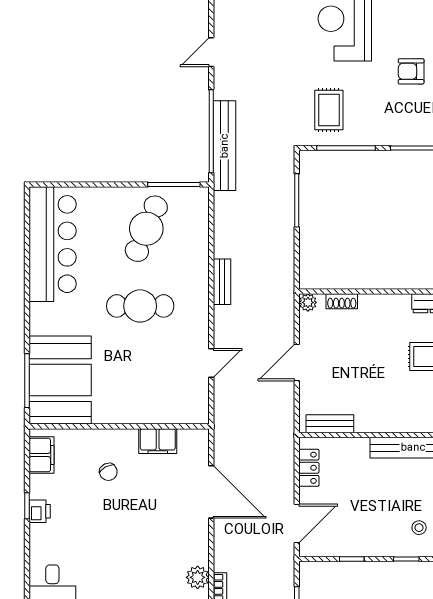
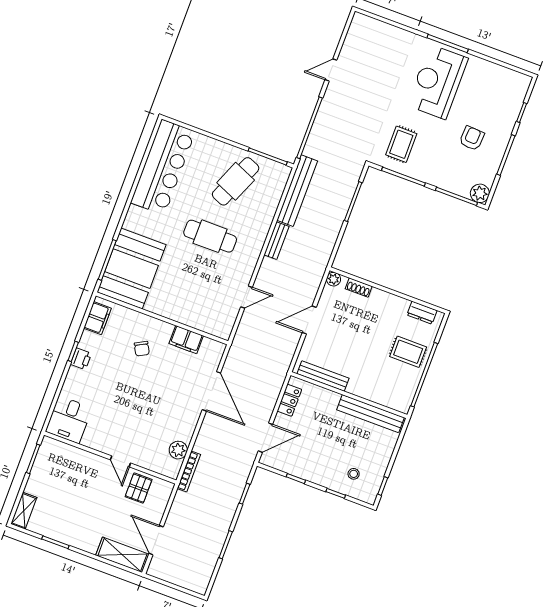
armchair: (411, 71) -> (472, 138), turned 93
bench: (225, 146) -> (297, 191), moved
bench: (330, 424) -> (323, 376), width x1.36

